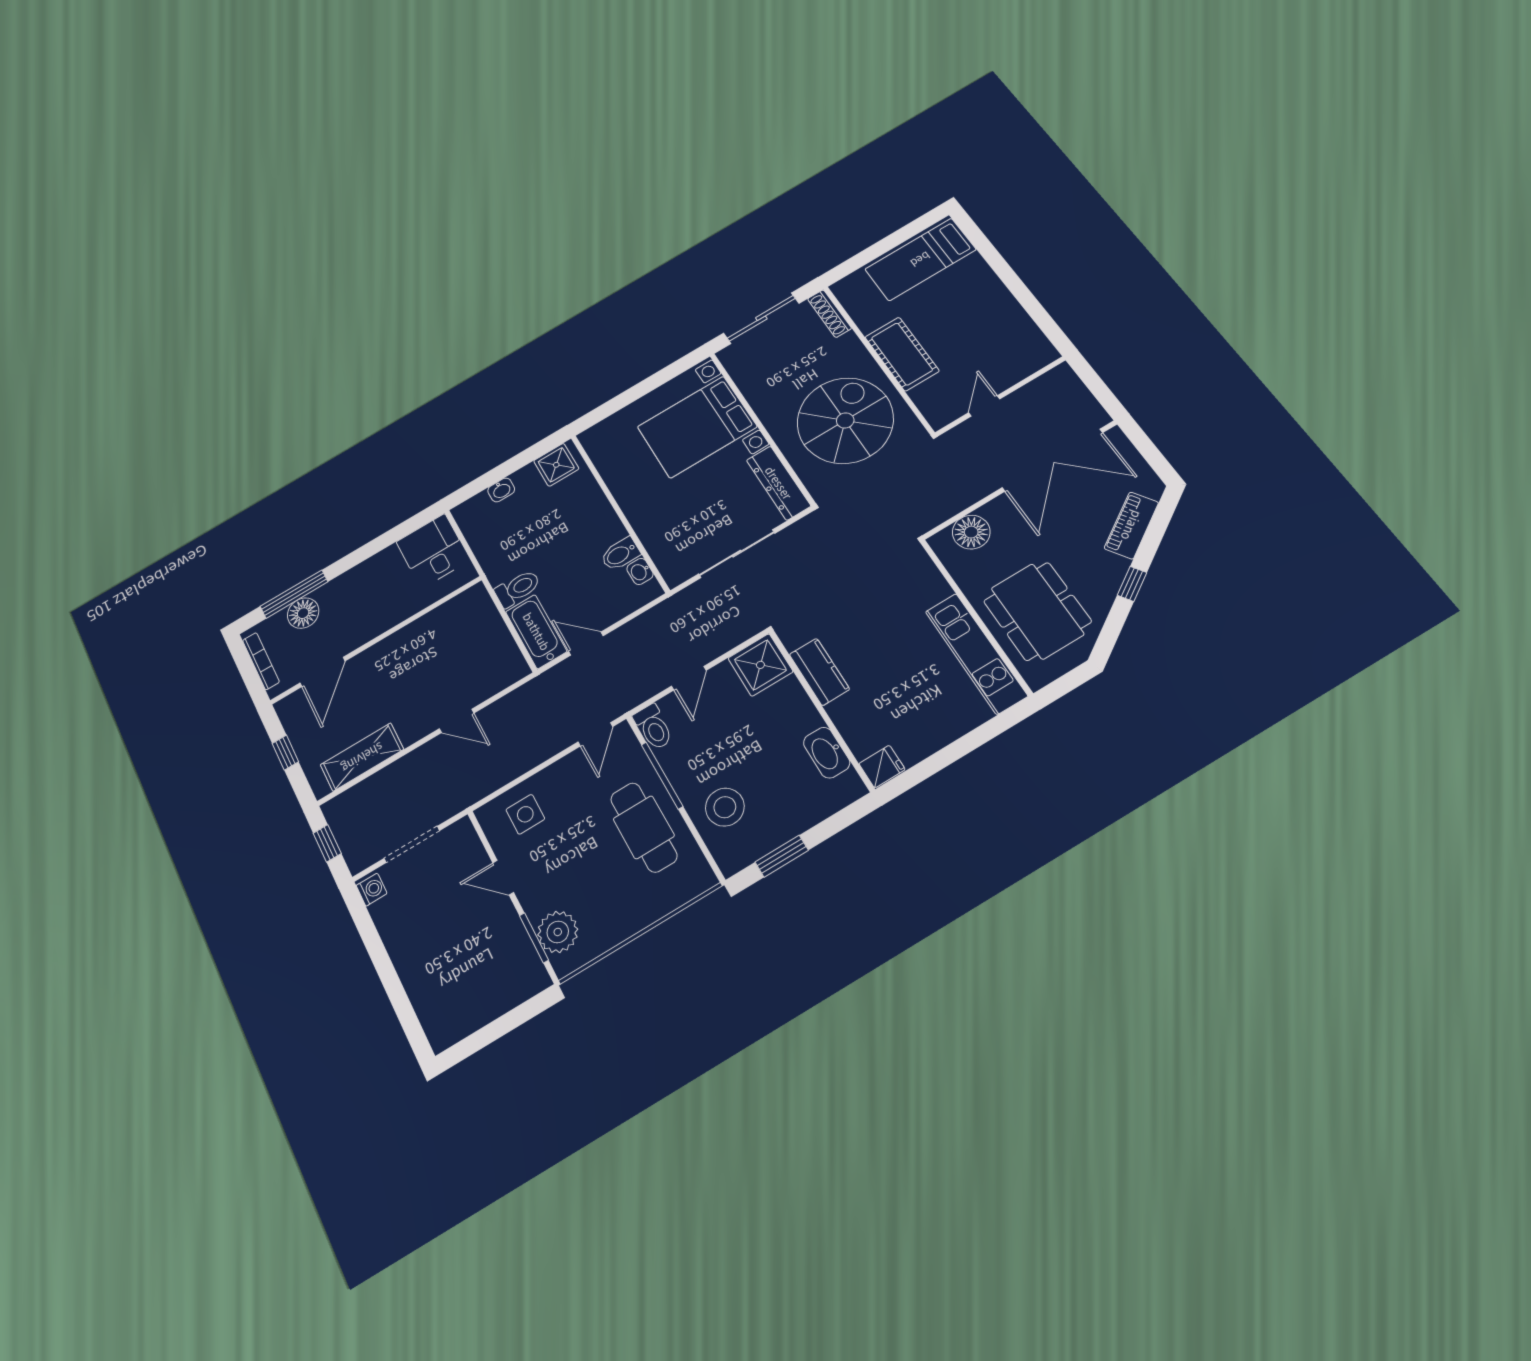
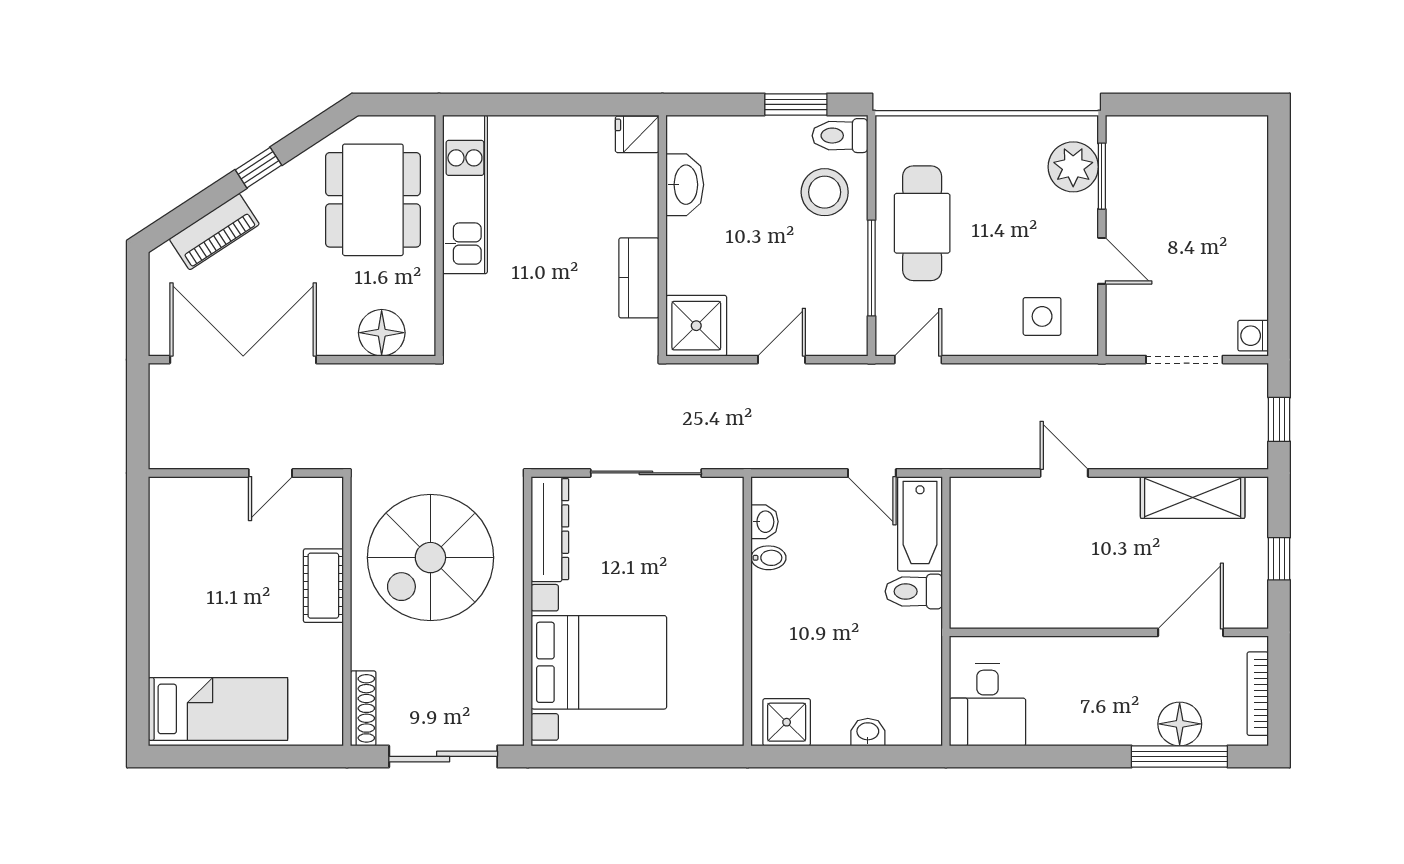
cot: (902, 354) -> (323, 586), width x0.73, depth x0.75
bidet: (620, 554) -> (768, 558), width x0.72, depth x0.74
toilet: (653, 727) -> (840, 136), moved, turned -90

